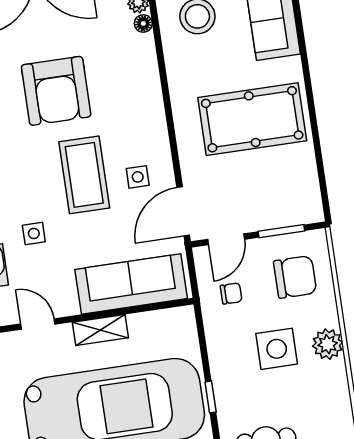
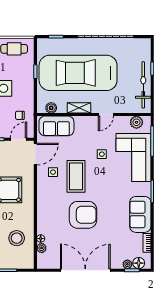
armchair: (56, 91) -> (83, 215), turned 90
sofa: (131, 284) -> (56, 126), width x0.73
boiler: (163, 321) -> (51, 108), added
door: (38, 324) -> (106, 114), hinge flipped

